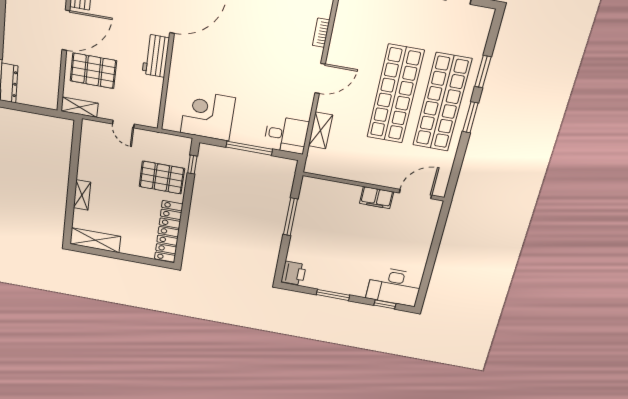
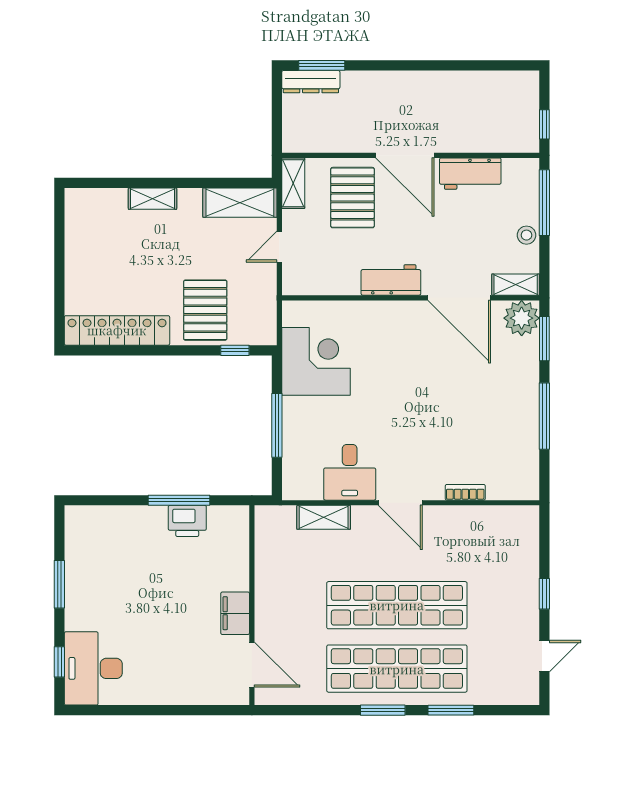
desk: (286, 135) -> (350, 472), moved
shelving: (95, 240) -> (240, 203), moved, turned 90
printer: (294, 273) -> (187, 521), moved

